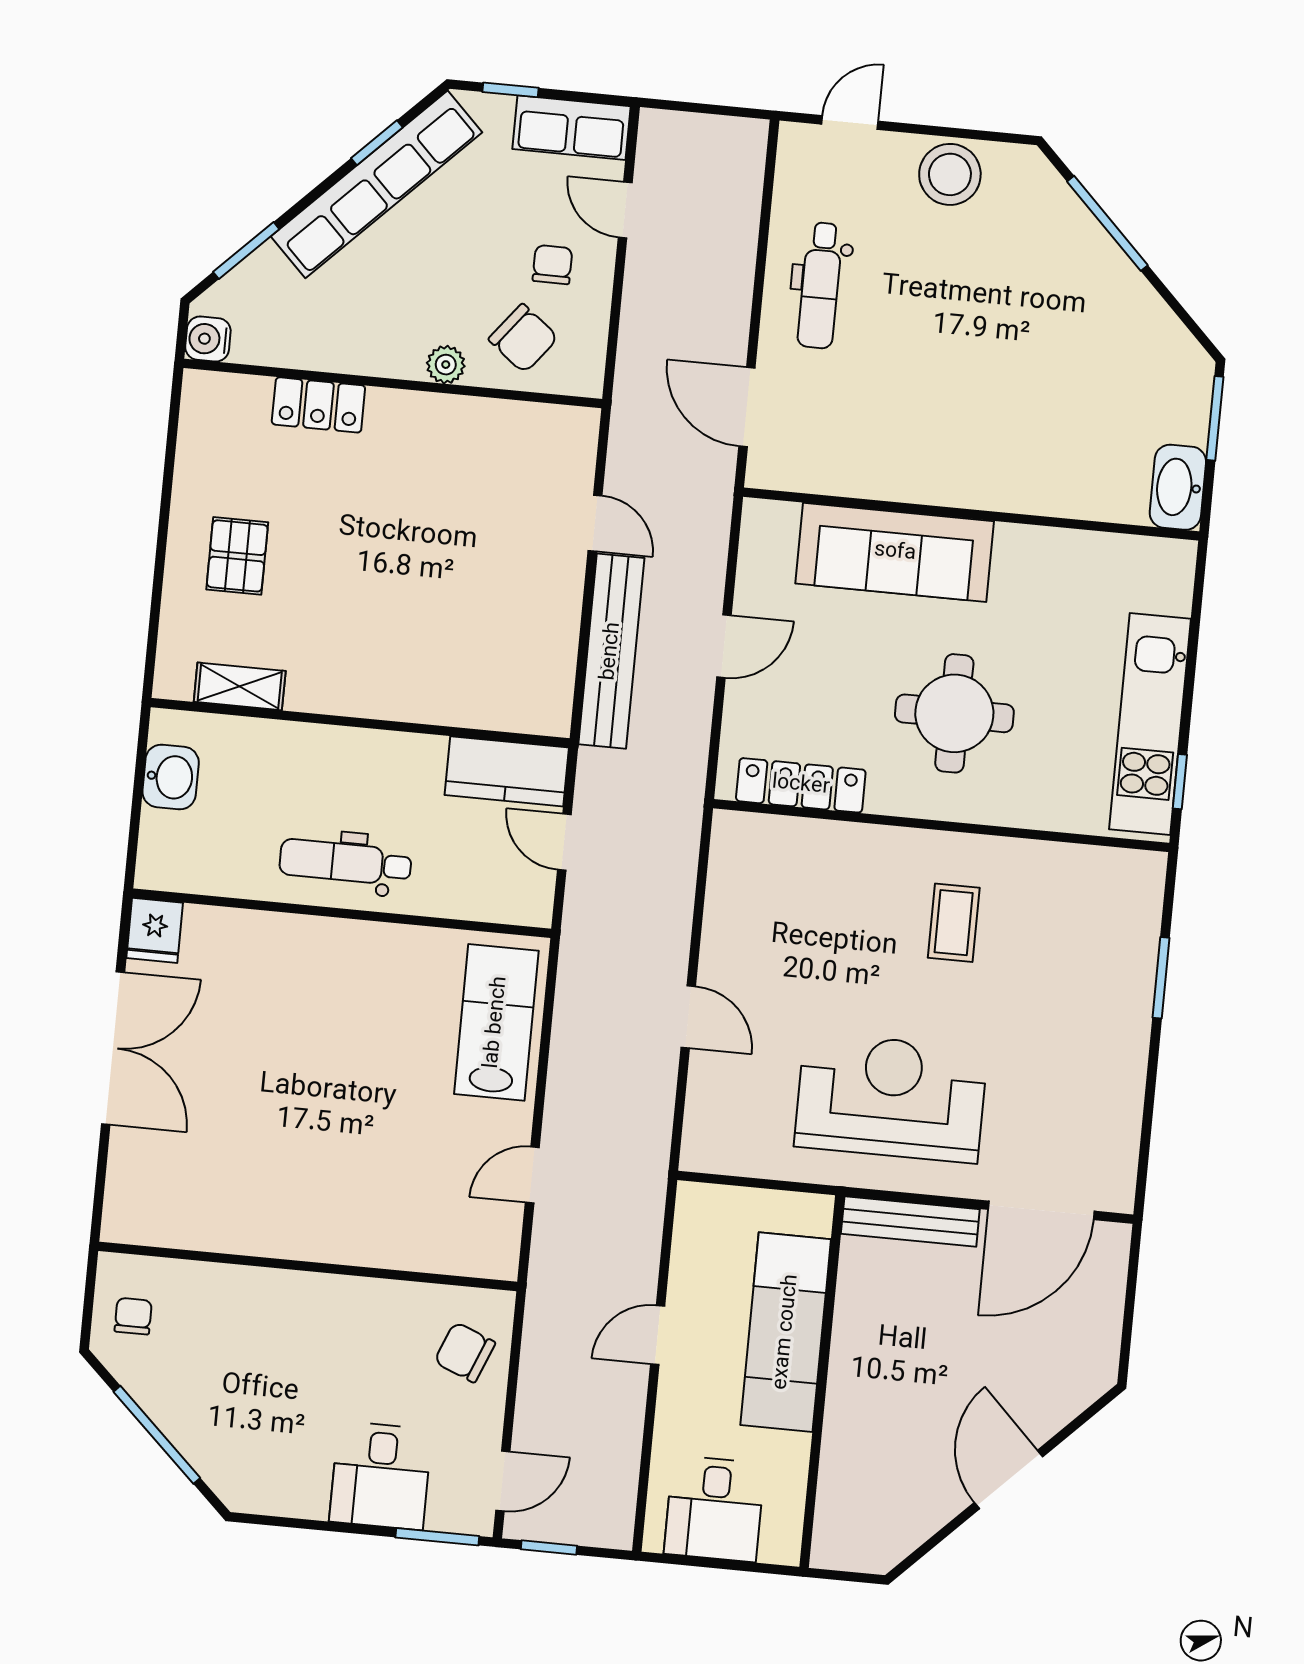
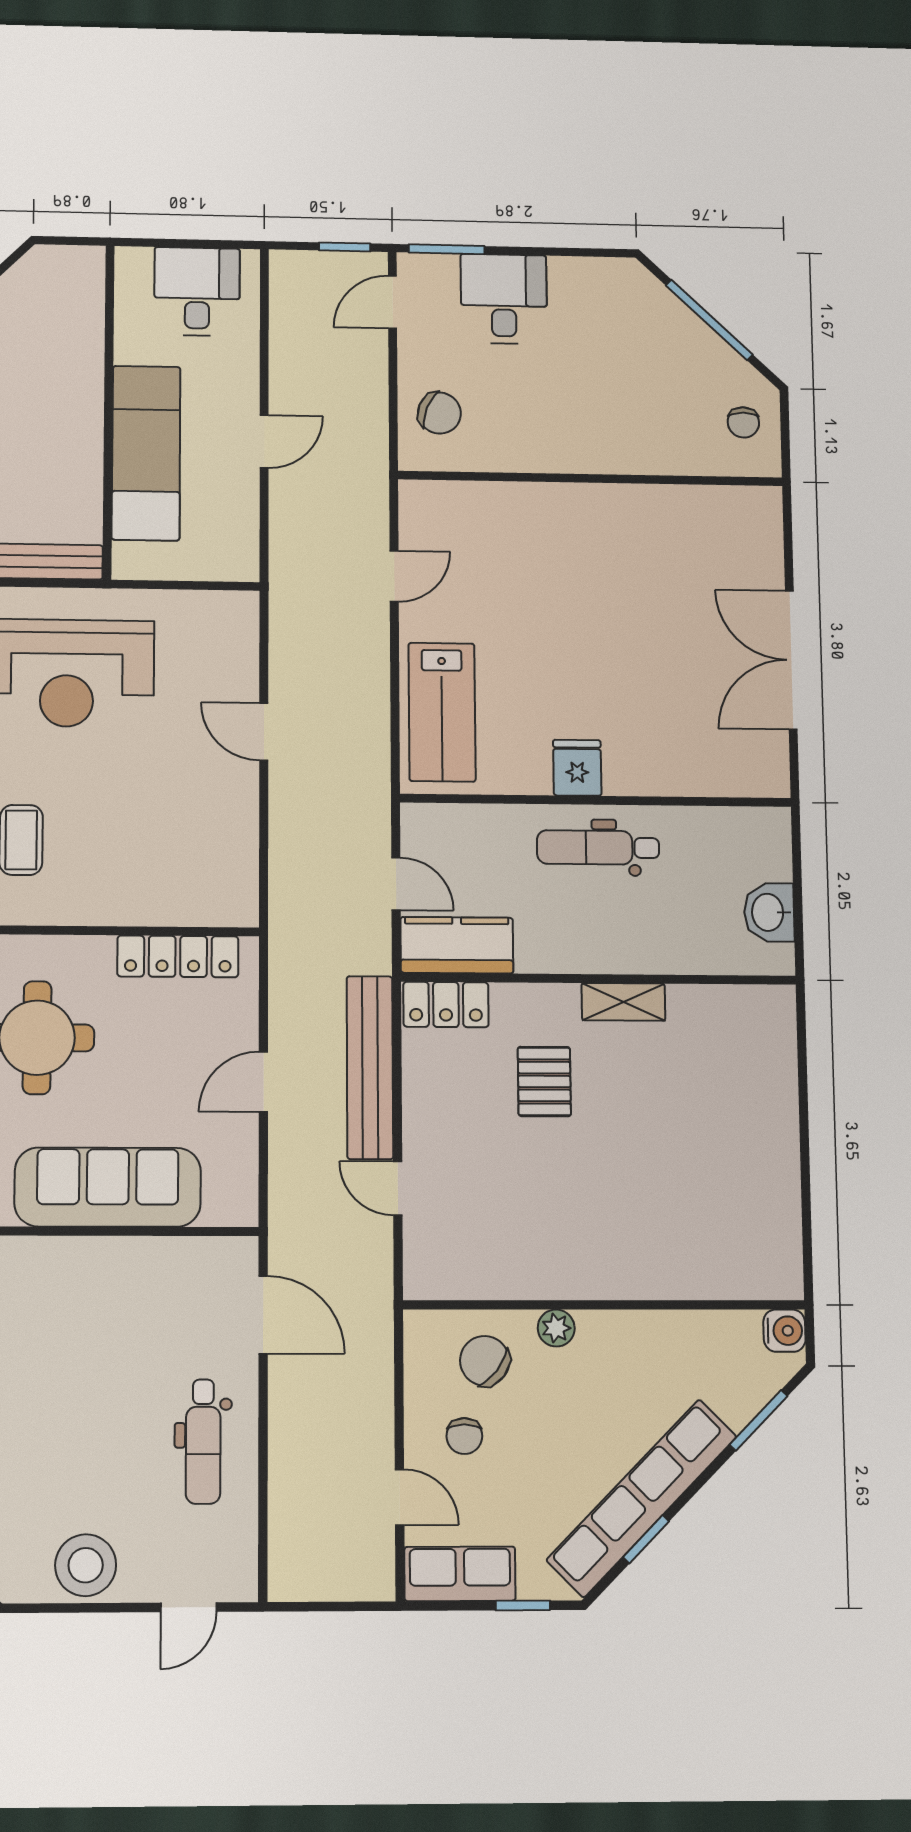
dental chair: (820, 285) -> (203, 1442), turned 180
locker: (318, 405) -> (446, 1005), moved, turned 180
pallet: (237, 556) -> (544, 1081), moved
shelving: (240, 686) -> (623, 1002), moved
dental chair: (345, 862) -> (598, 848), turned 180
fridge: (155, 930) -> (577, 768), moved

